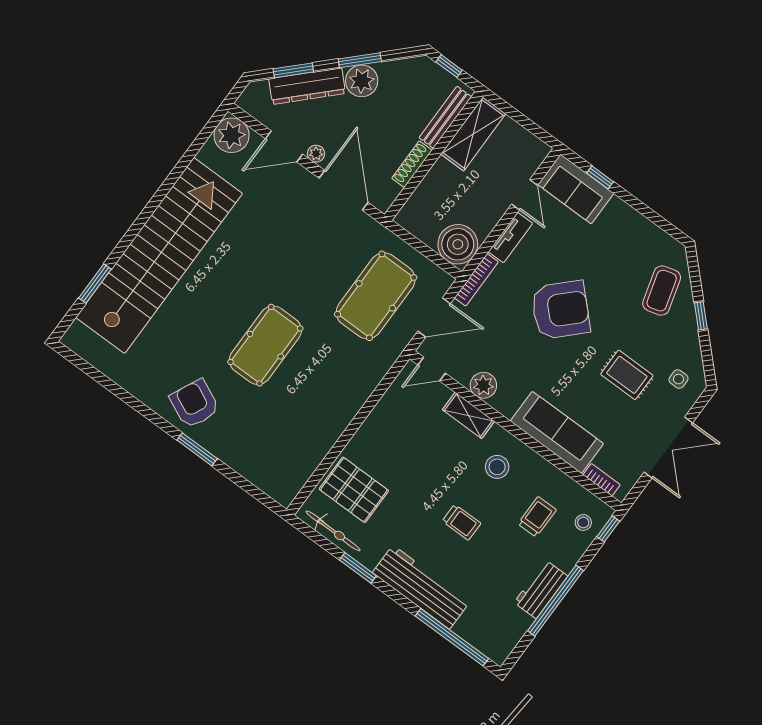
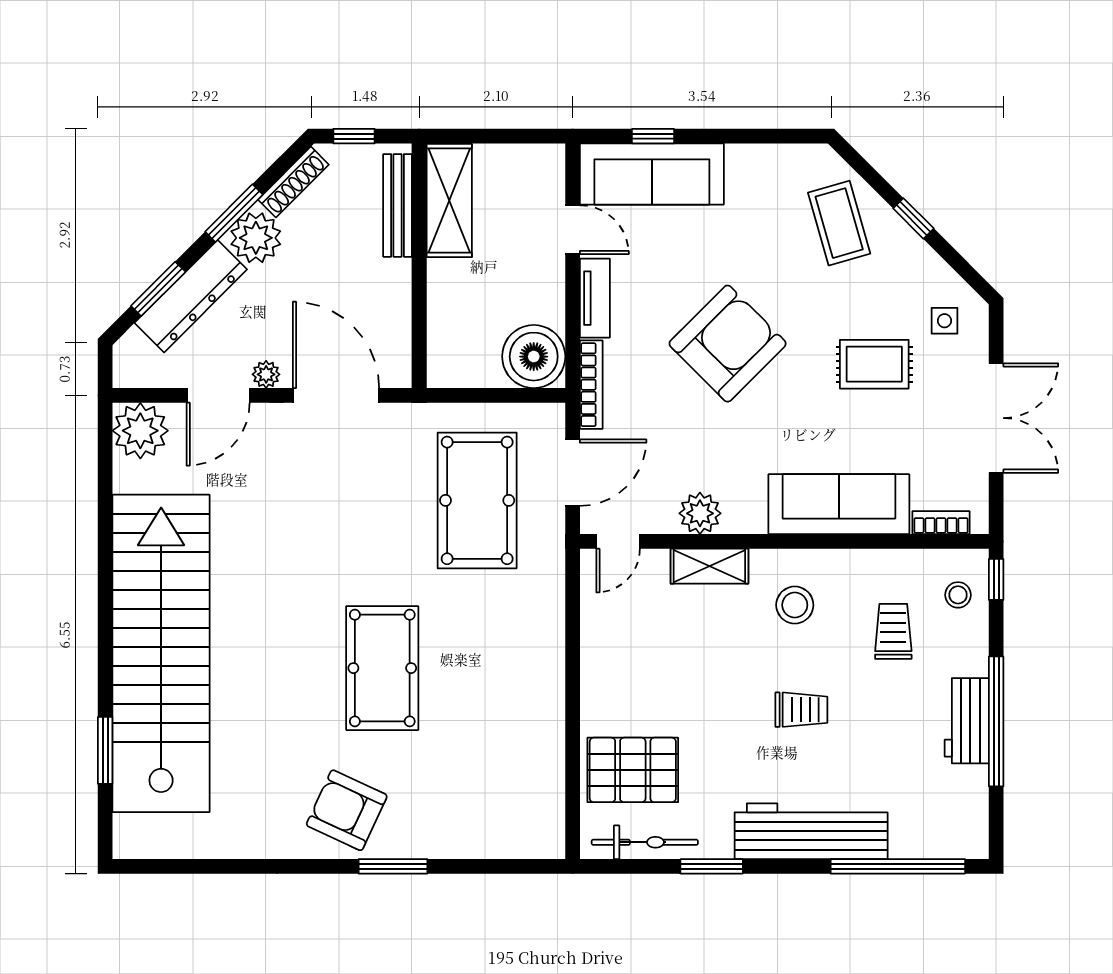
shoe rack: (412, 164) -> (293, 182), moved, turned -135
sofa: (576, 189) -> (652, 174), width x1.36

